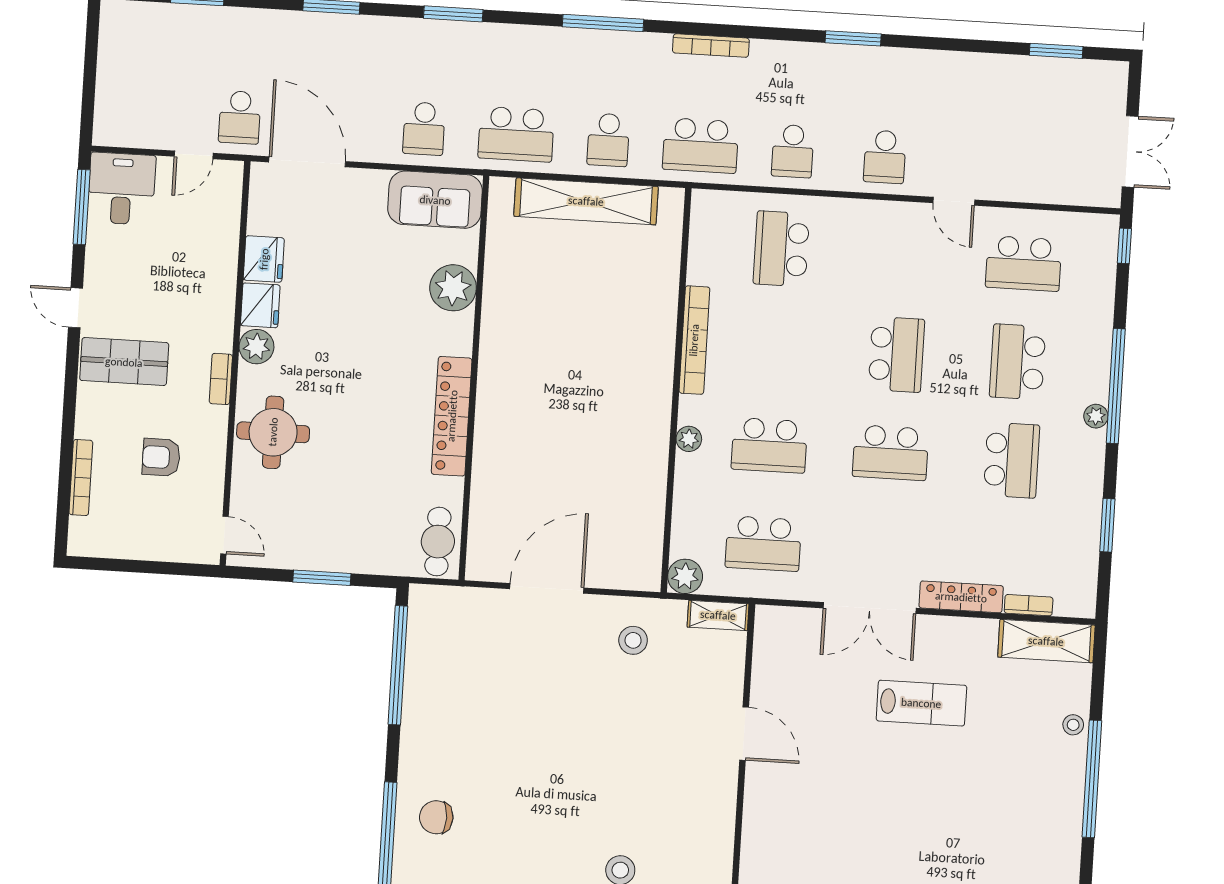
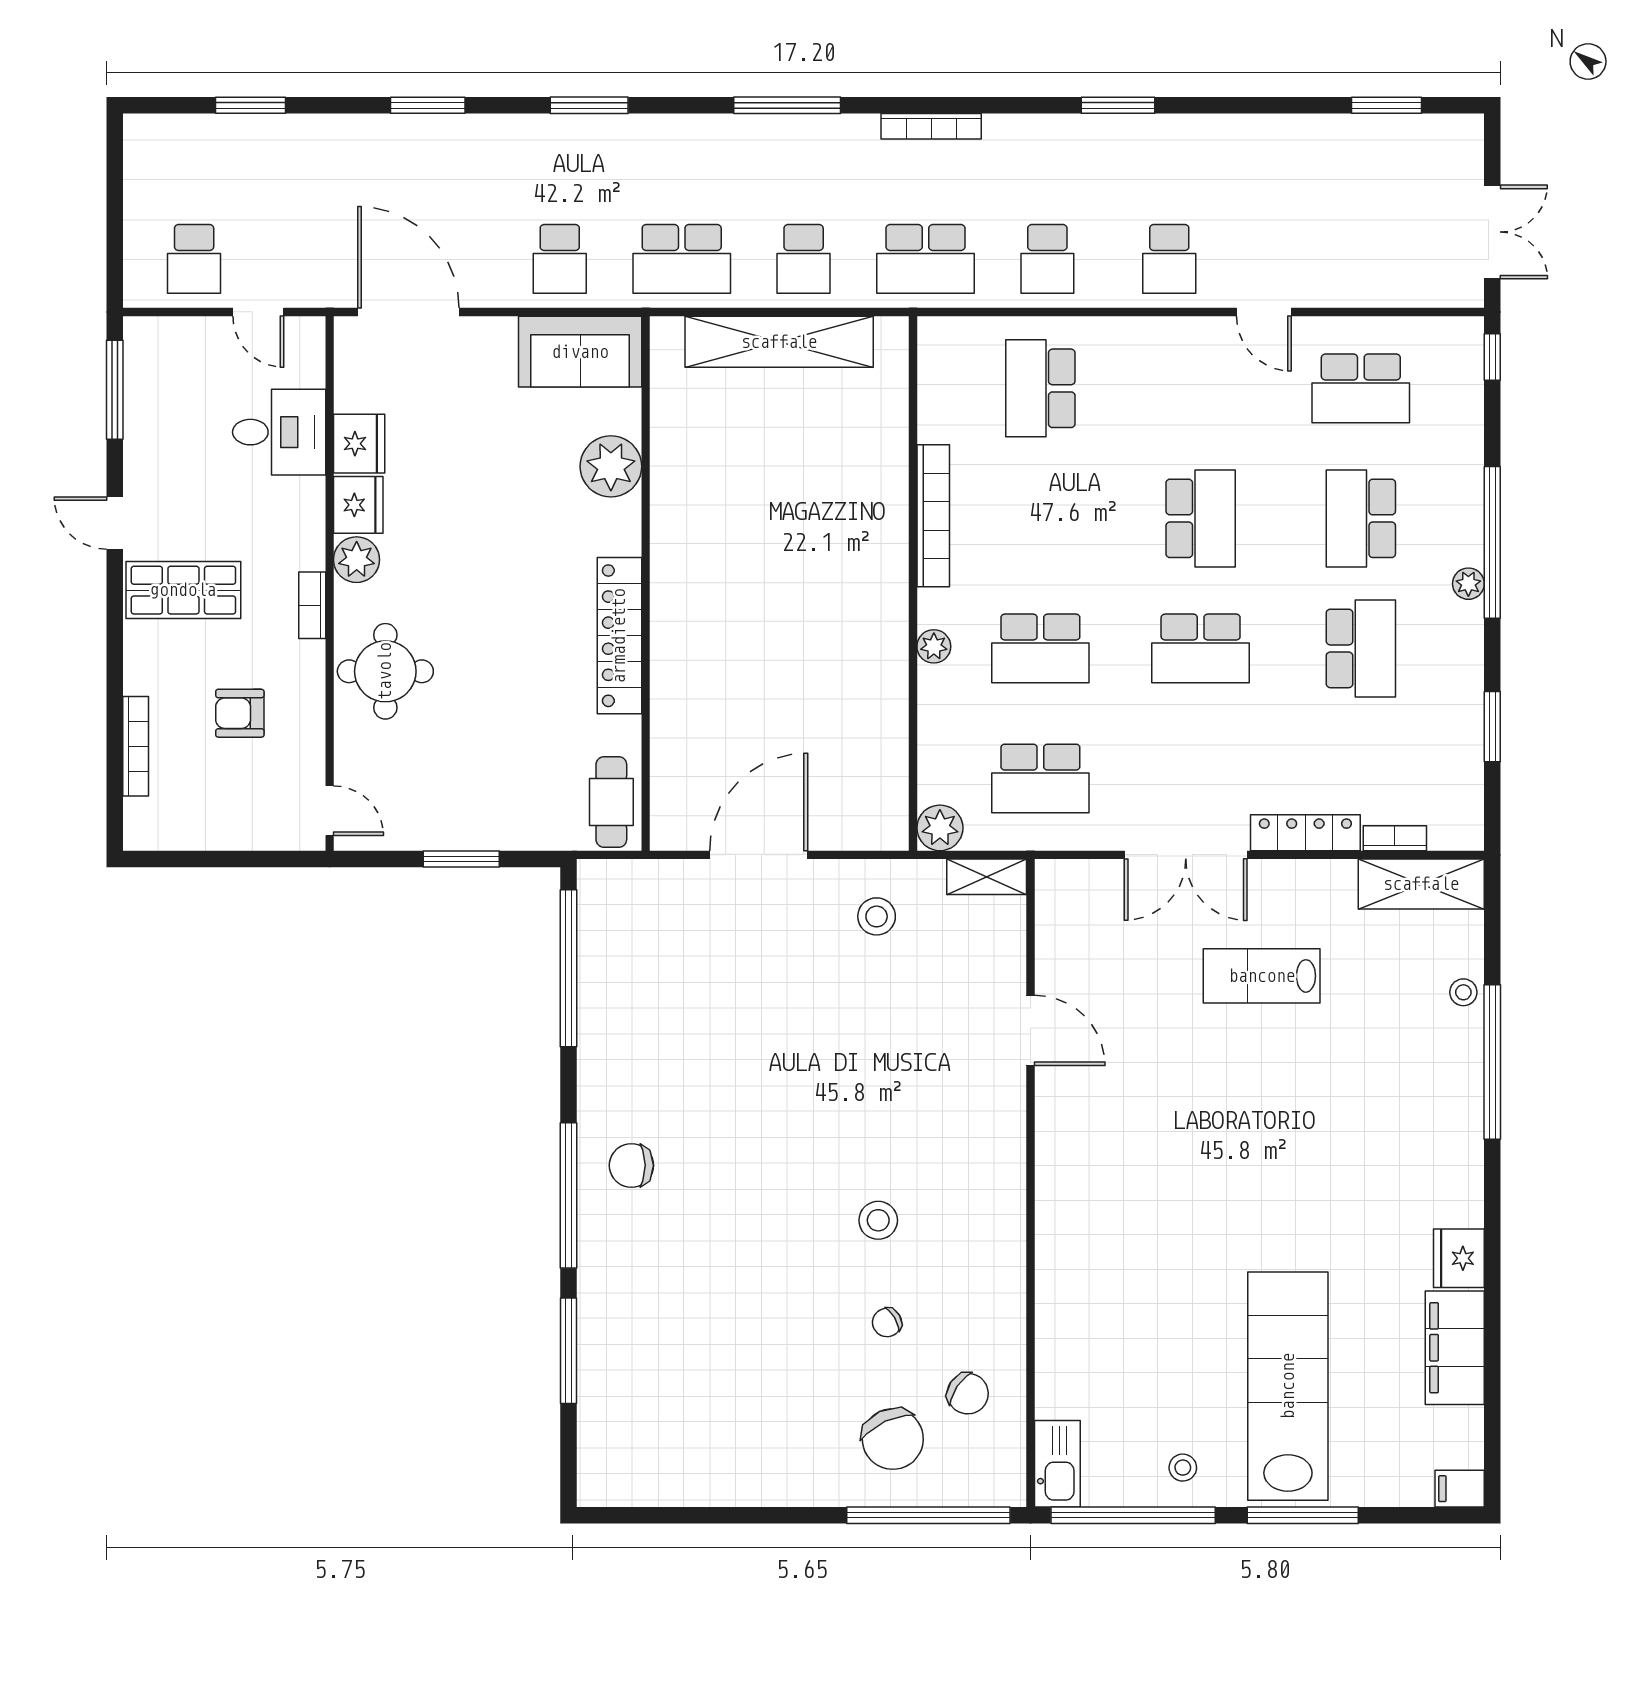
school desk: (240, 117) -> (194, 259), moved
door: (194, 155) -> (258, 312), hinge flipped
desk: (122, 189) -> (279, 432), moved, turned 90
lab bench: (921, 703) -> (1262, 976), turned 180

